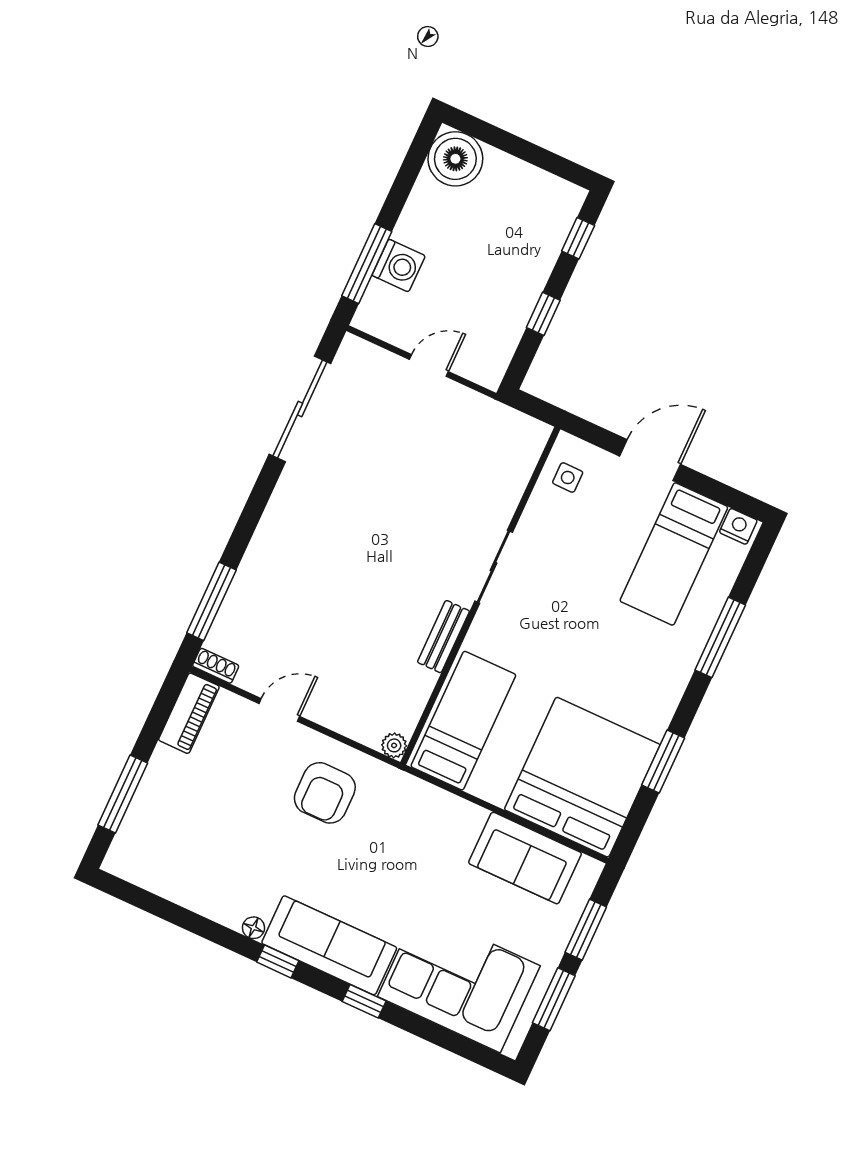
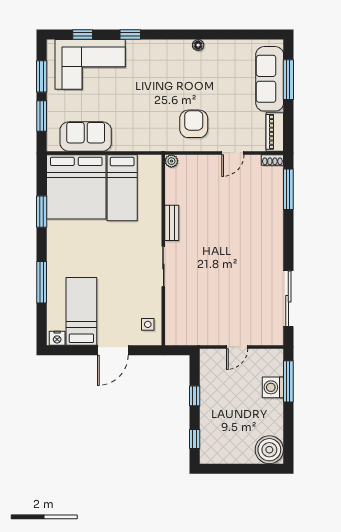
bed: (463, 721) -> (122, 188), moved
sofa: (329, 945) -> (270, 79), moved, turned 90
window: (278, 961) -> (83, 35), moved

